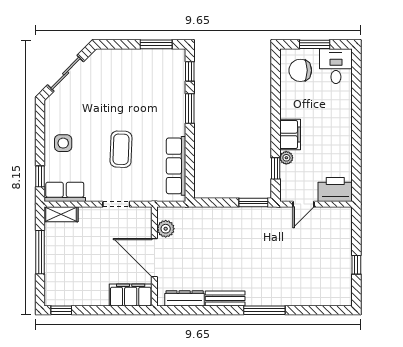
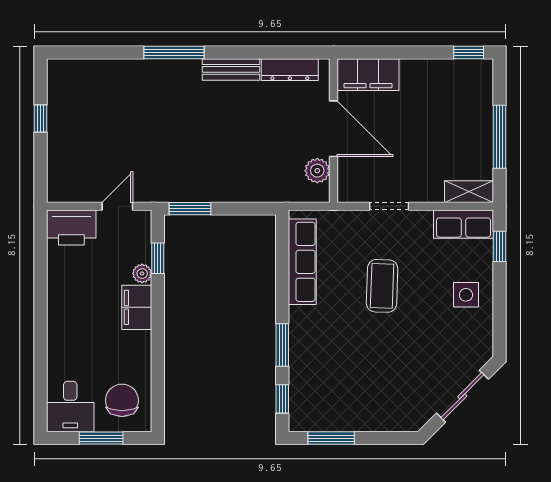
chair: (300, 70) -> (122, 400), turned -90

